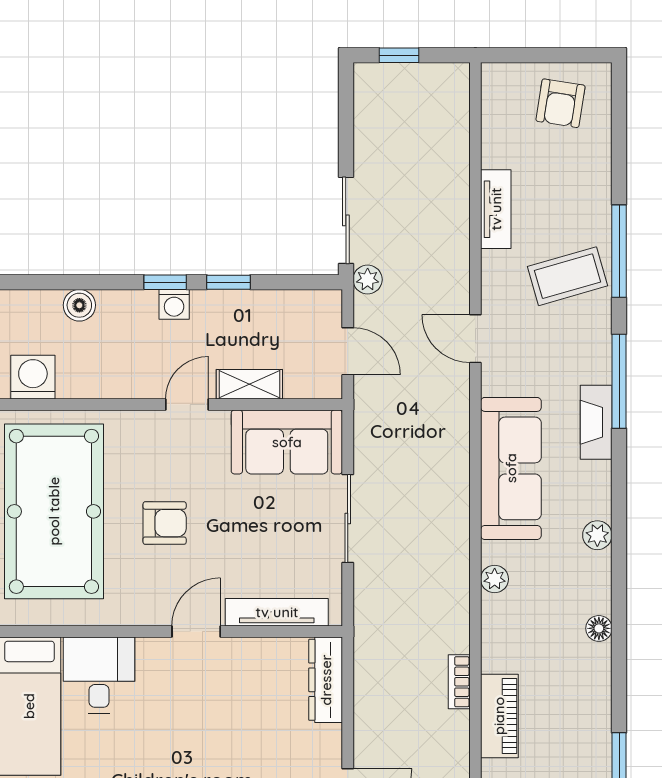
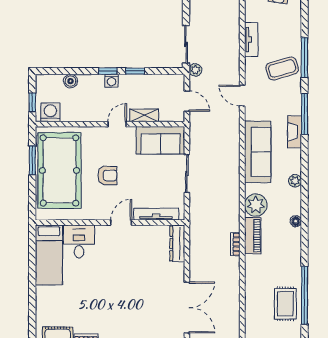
plant: (495, 579) -> (256, 205), width x1.88, depth x1.88
piano: (499, 716) -> (253, 236), moved

